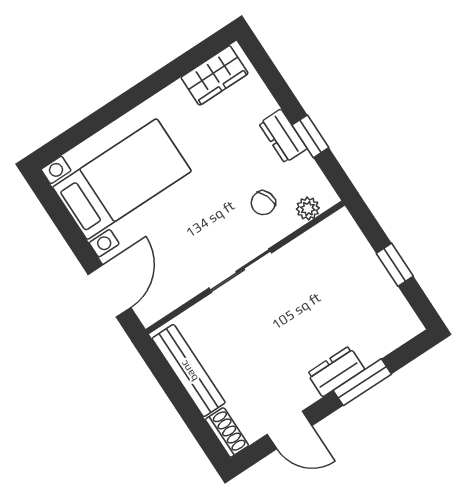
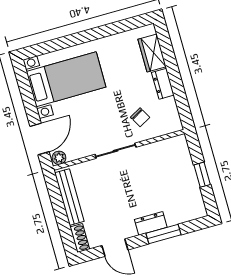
wardrobe: (215, 75) -> (152, 53), moved, turned 90
window: (310, 136) -> (178, 89), removed
chair: (263, 203) -> (140, 117), turned -98
plant: (308, 209) -> (59, 158), moved

